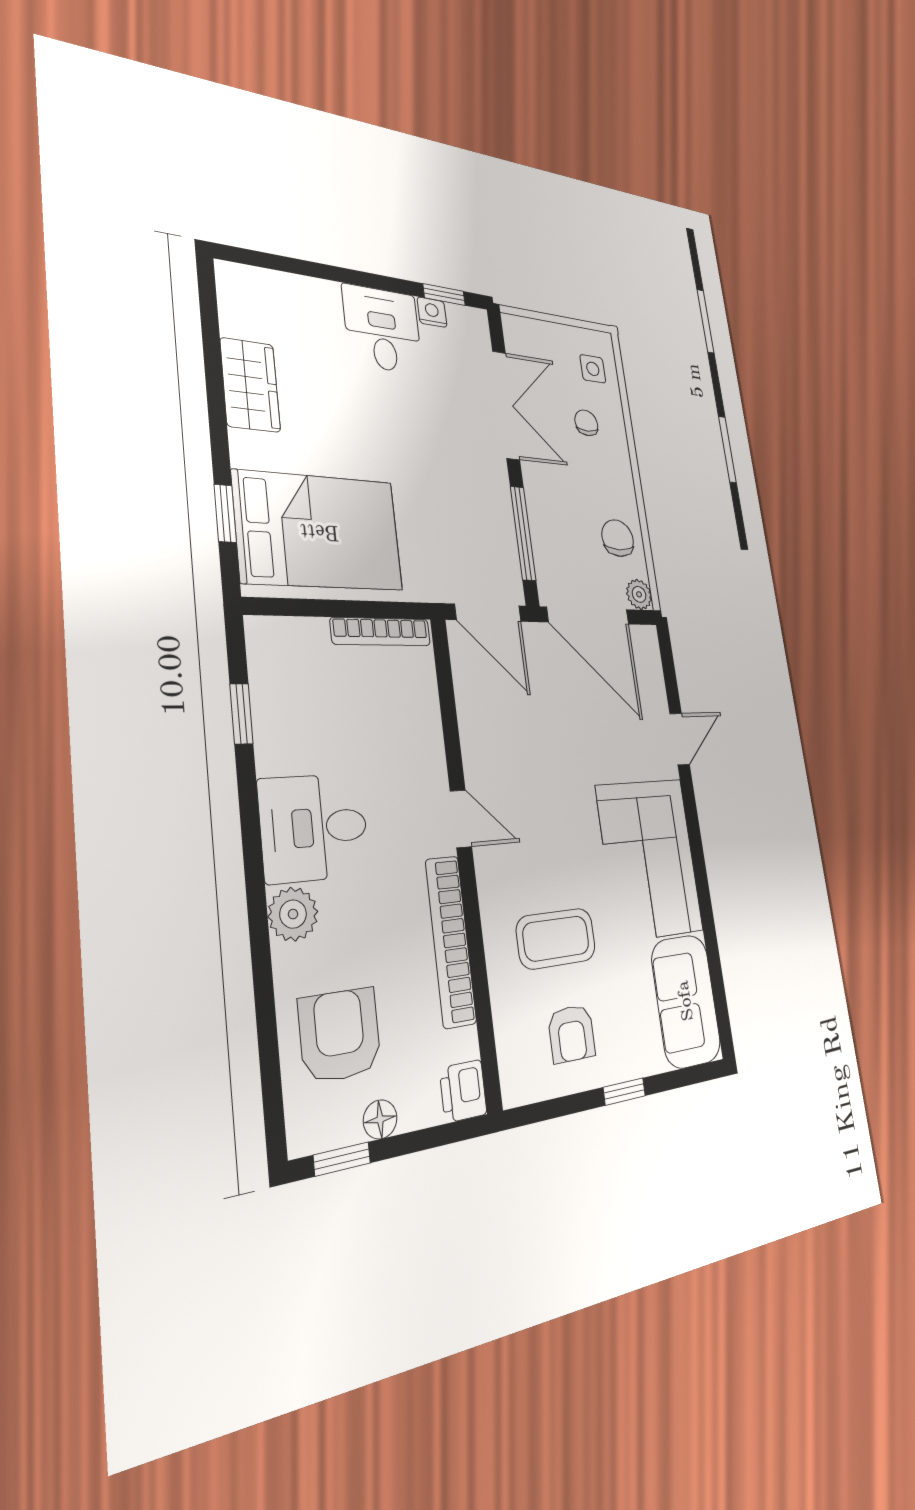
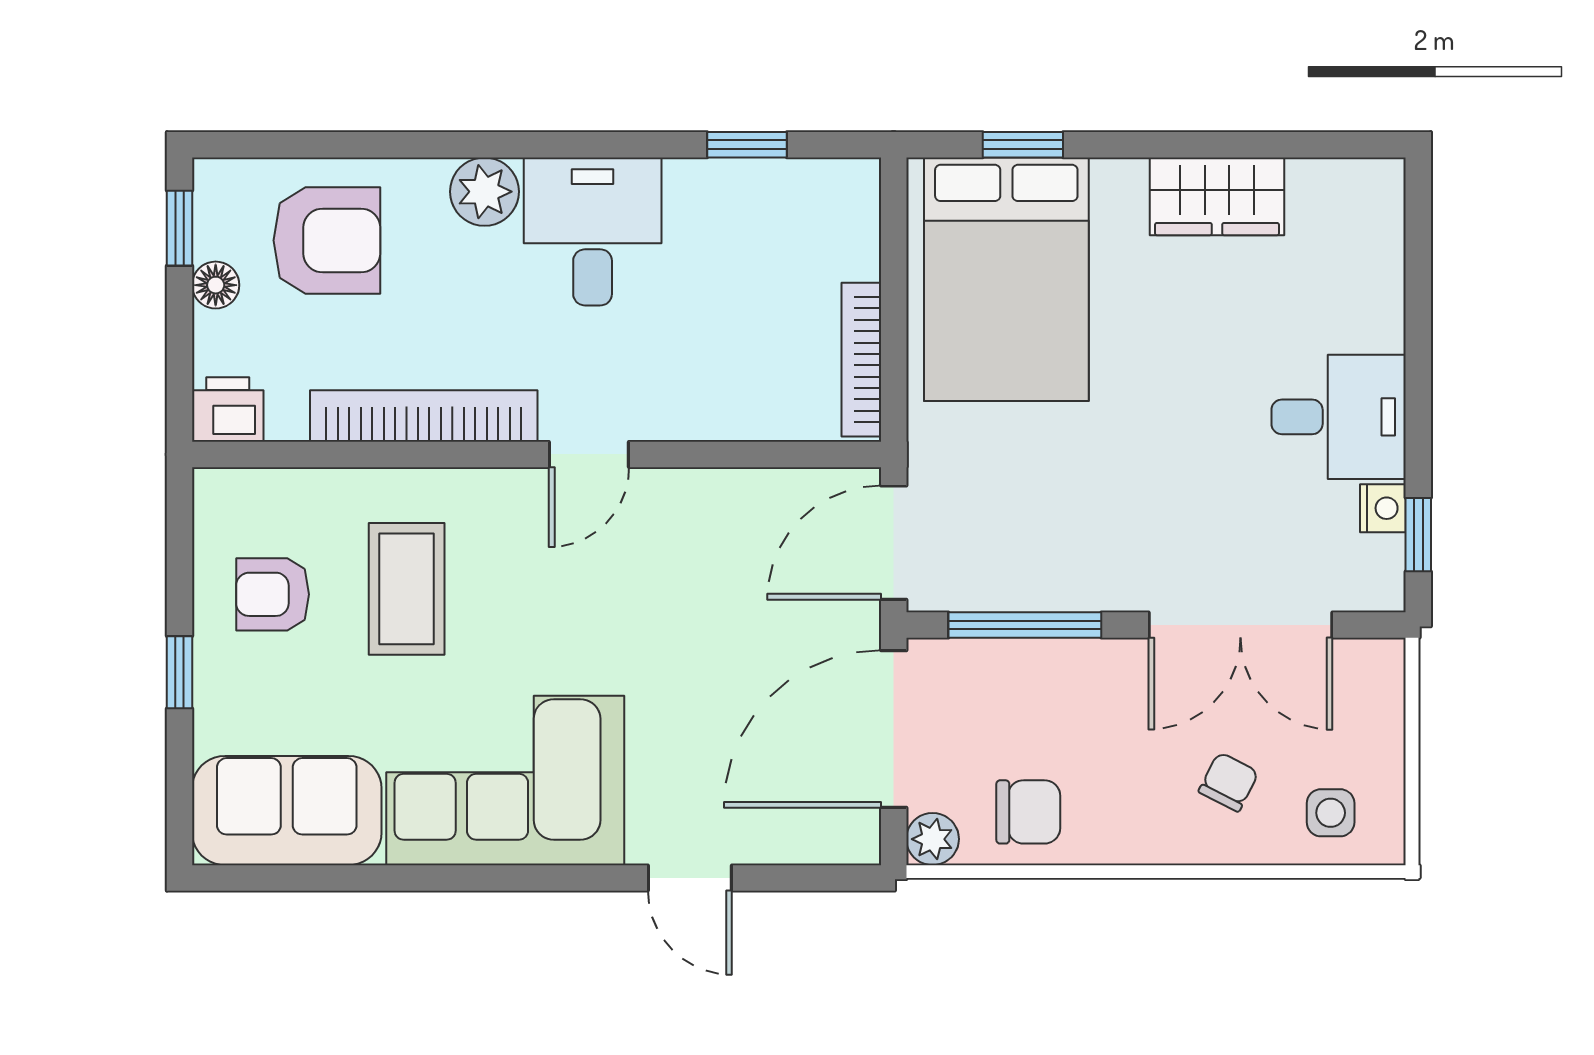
chair: (586, 423) -> (1229, 782), turned -63

